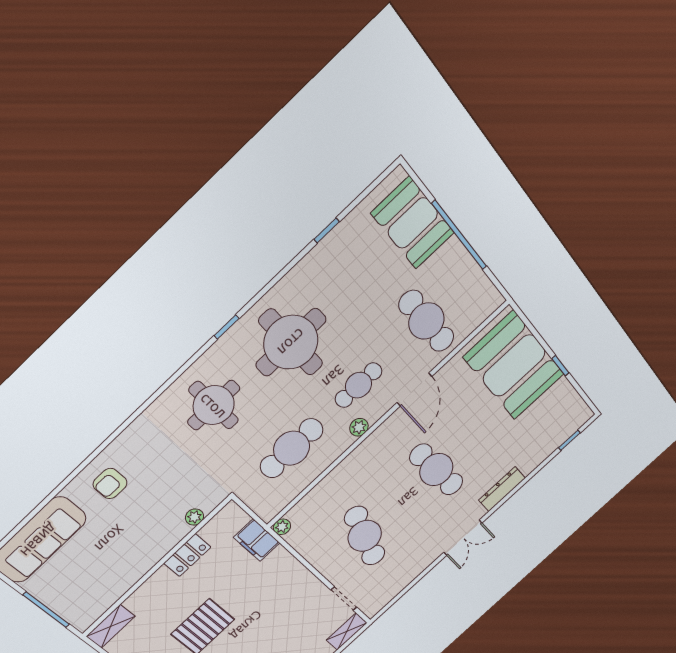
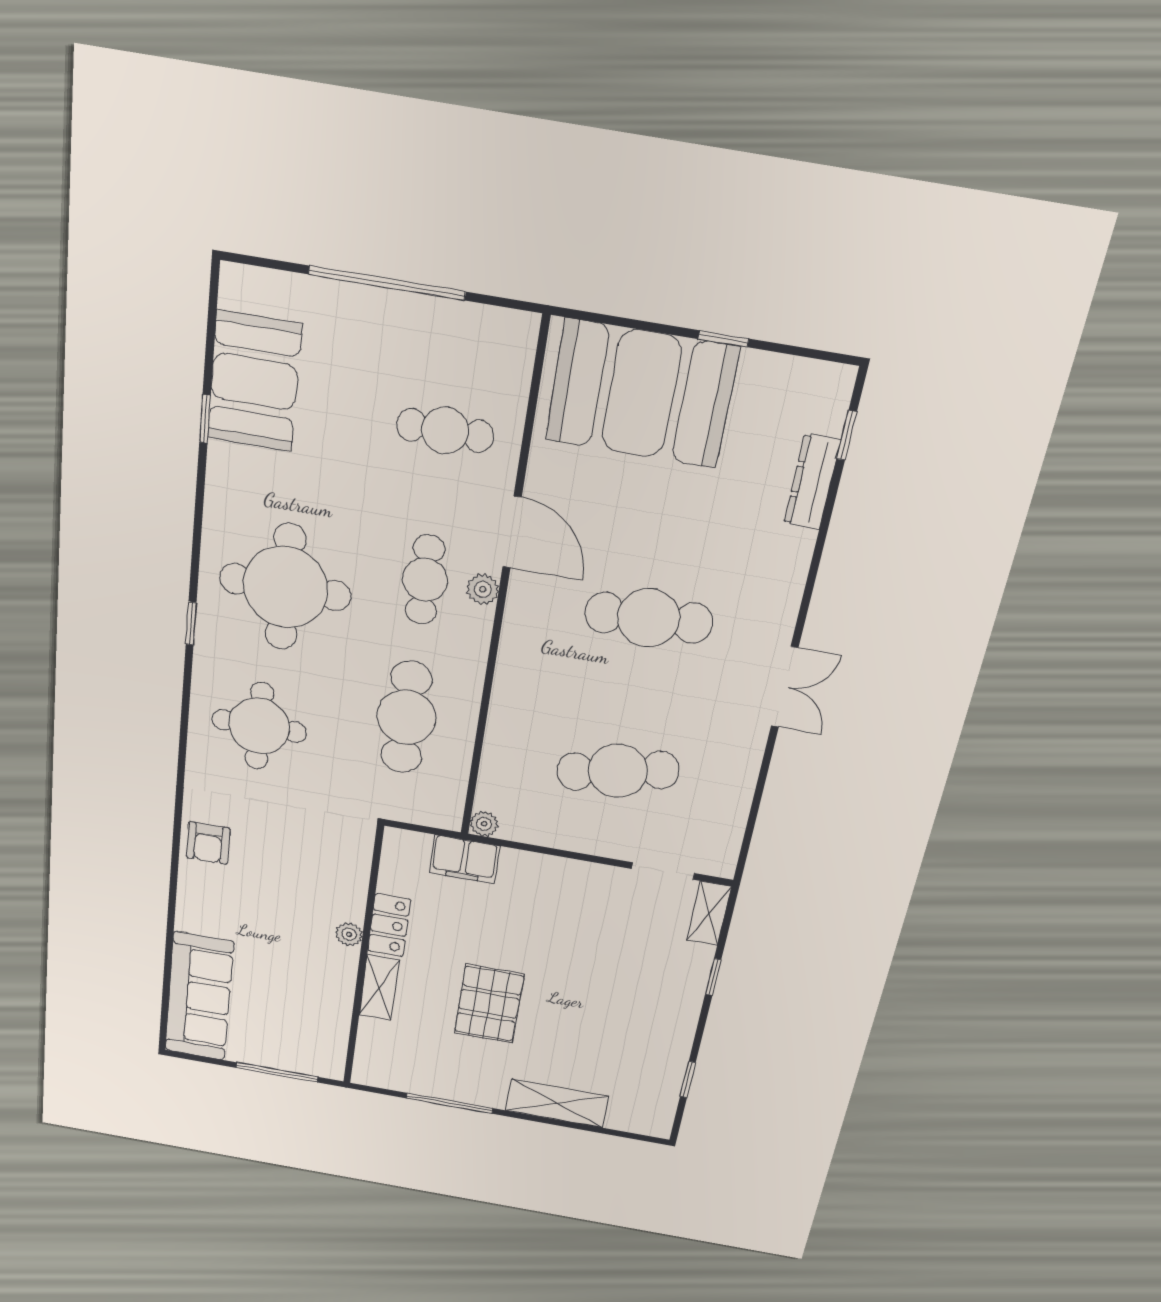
booth: (413, 223) -> (254, 381), moved, turned 90
cafe table: (426, 321) -> (445, 430), width x0.73, depth x0.74
plant: (359, 427) -> (483, 589), moved
armchair: (110, 484) -> (208, 843), moved
dresser: (502, 489) -> (812, 482), moved
plant: (195, 517) -> (349, 934), moved
cafe table: (365, 536) -> (618, 771), turned -30
shelving: (111, 626) -> (379, 988), moved

